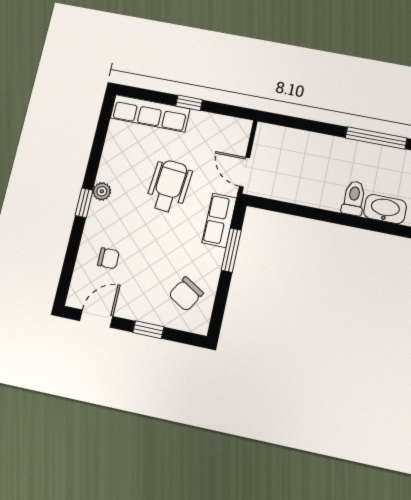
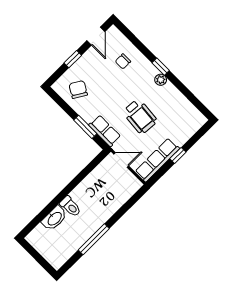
row of seats: (150, 113) -> (157, 160), moved

